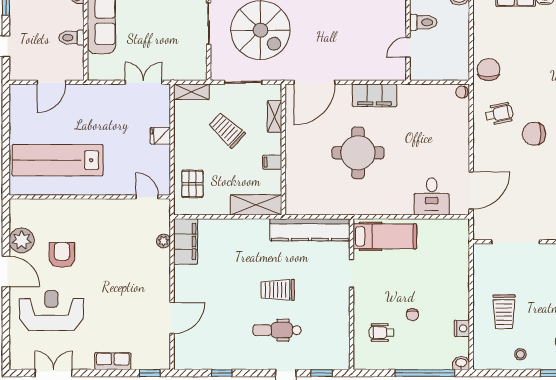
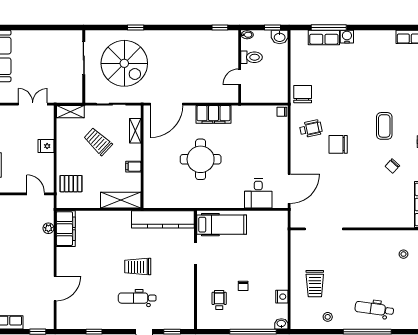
pallet: (192, 184) -> (71, 184), turned 90
wheelchair: (382, 333) -> (219, 300), turned 90

